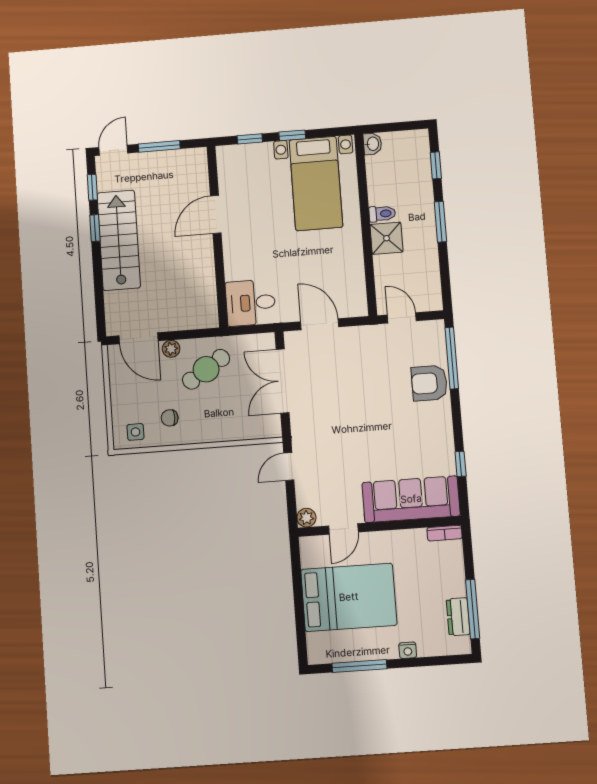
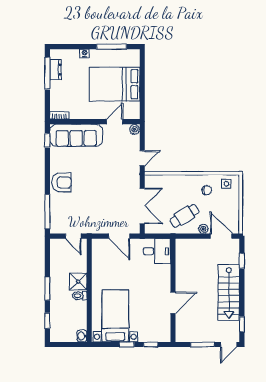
window: (95, 228) -> (242, 261), moved
armchair: (429, 383) -> (62, 182), moved
window: (461, 464) -> (47, 140), moved

